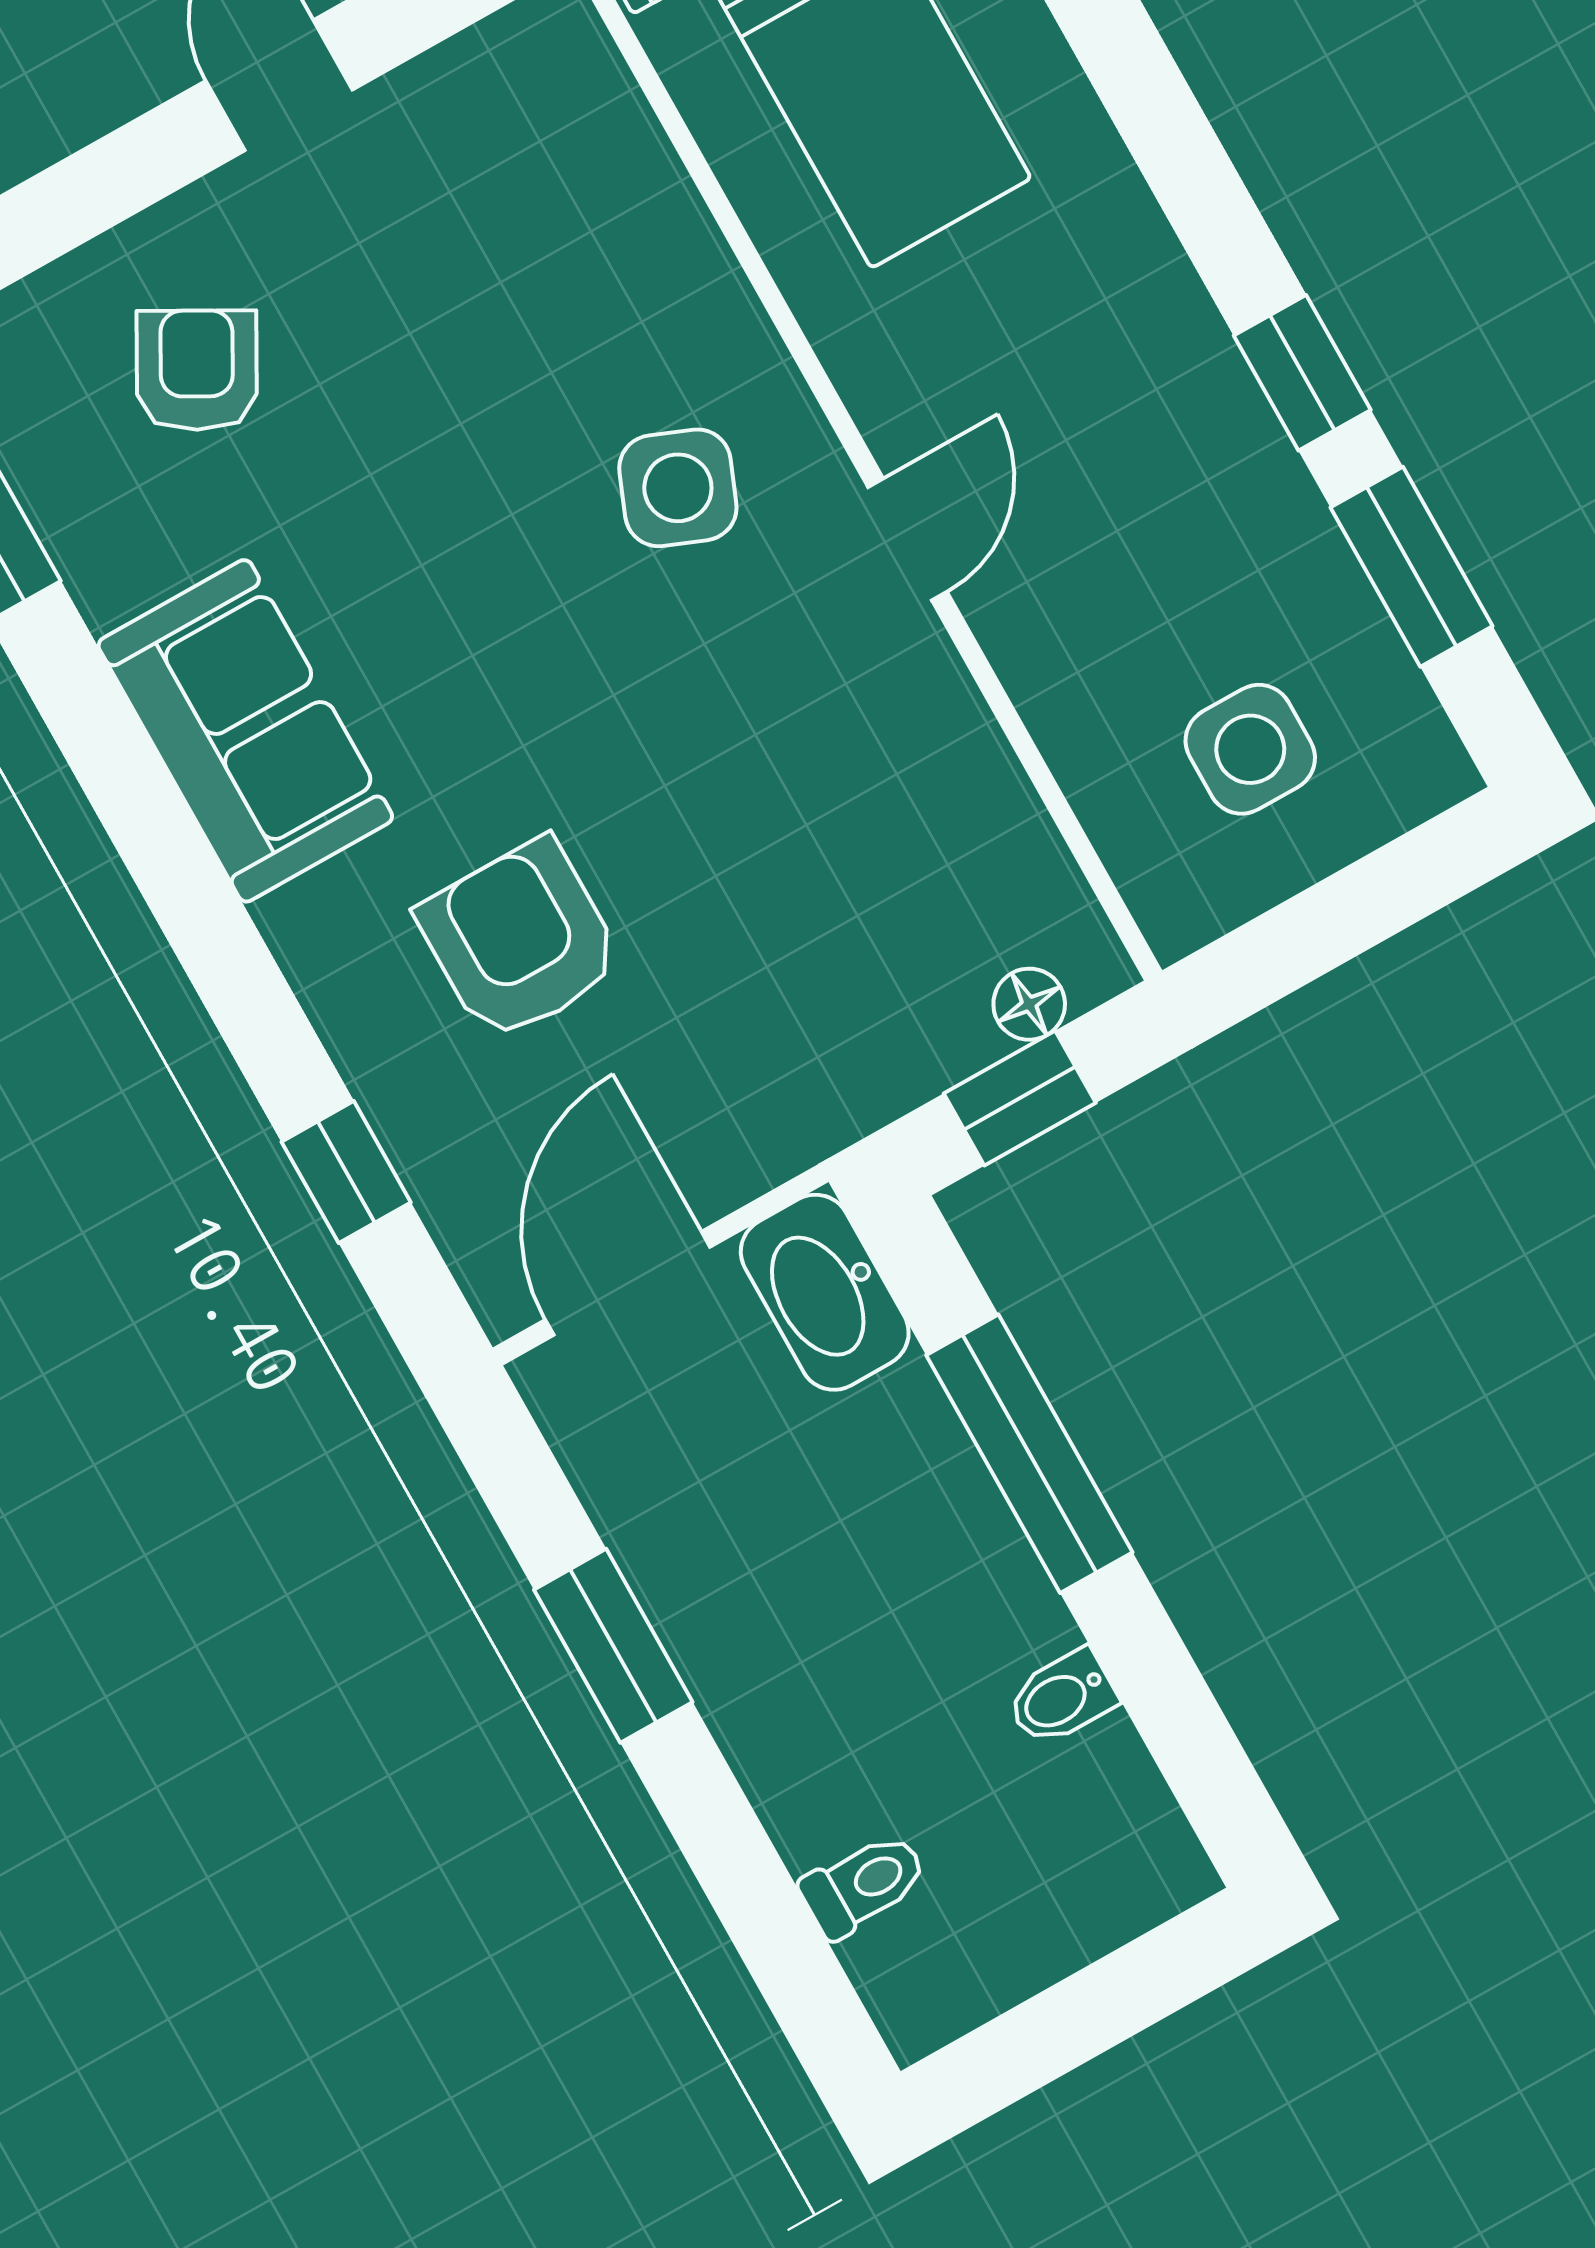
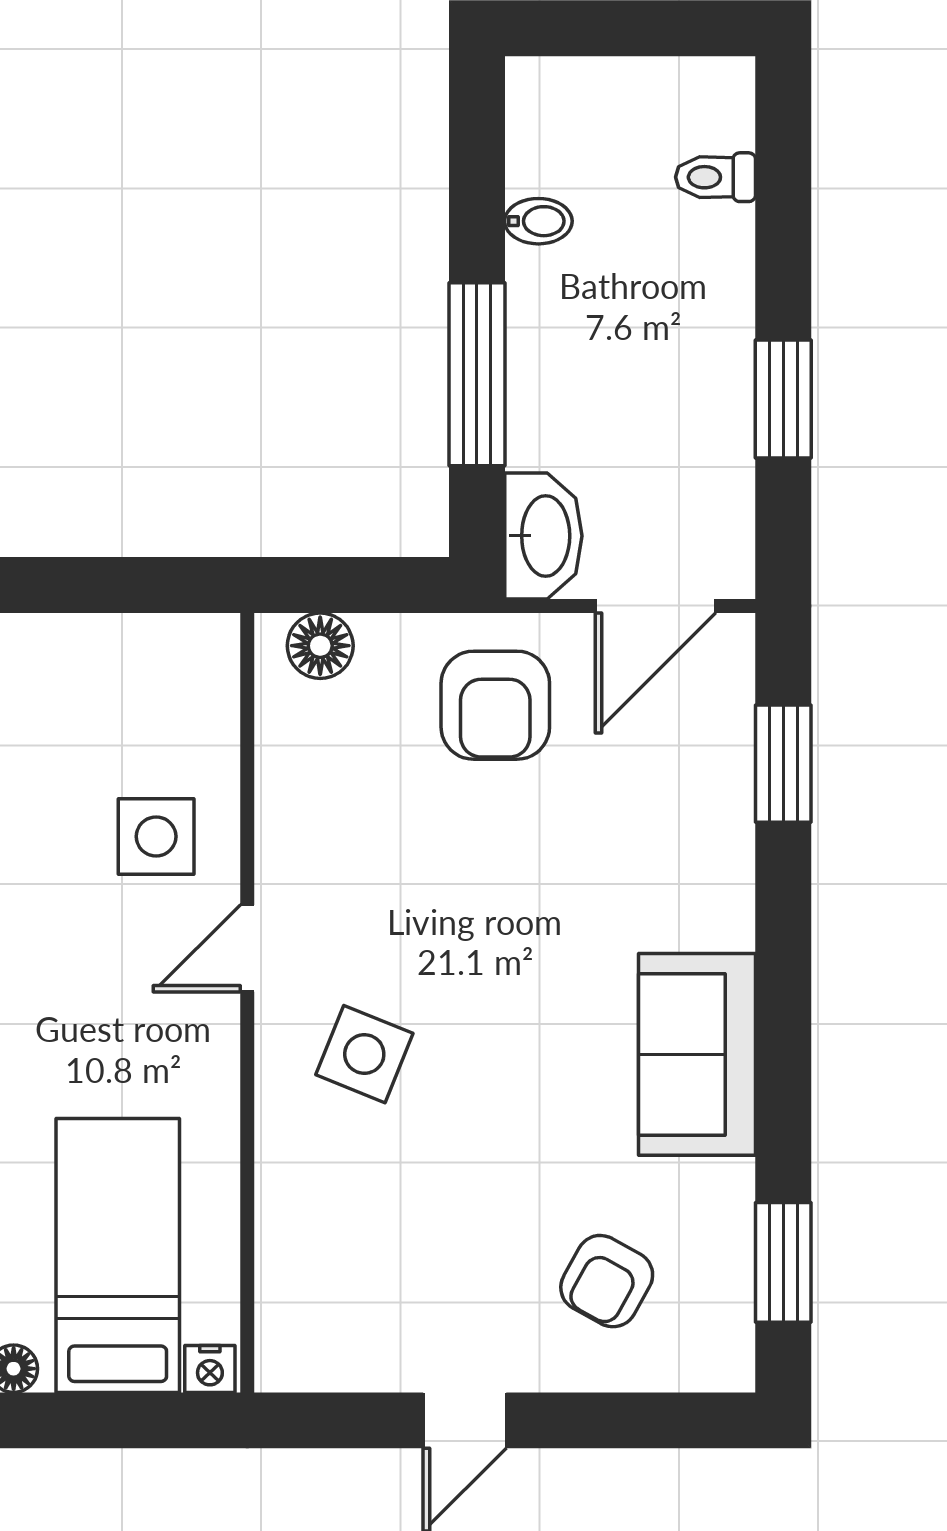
side table: (1250, 749) -> (156, 836), moved
armchair: (520, 940) -> (495, 705), moved
floor lamp: (1029, 1004) -> (320, 646), width x1.37, depth x1.37
window: (1020, 1098) -> (365, 585), removed
window: (346, 1172) -> (783, 764), width x1.50

